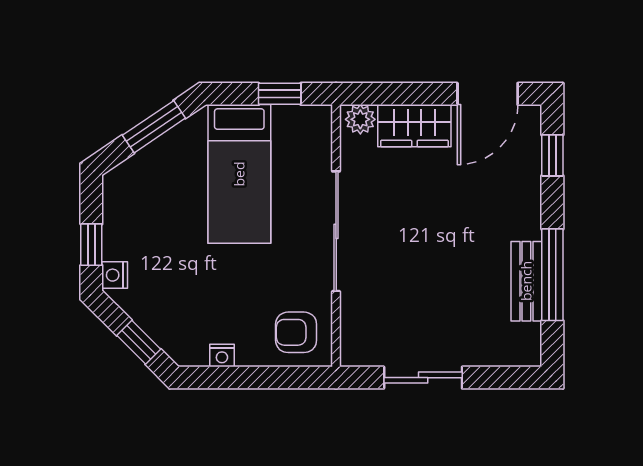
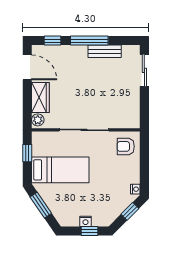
nightstand: (115, 275) -> (86, 221), moved
window: (552, 275) -> (89, 41), moved
armchair: (296, 332) -> (126, 146), turned 90
nightstand: (222, 355) -> (135, 189), moved
sliding door: (423, 378) -> (144, 70), moved

